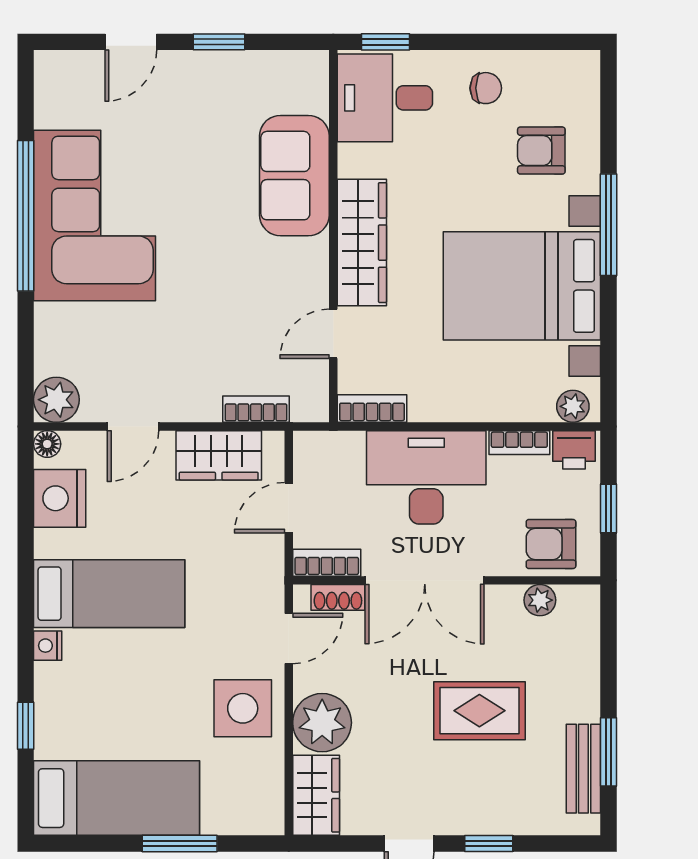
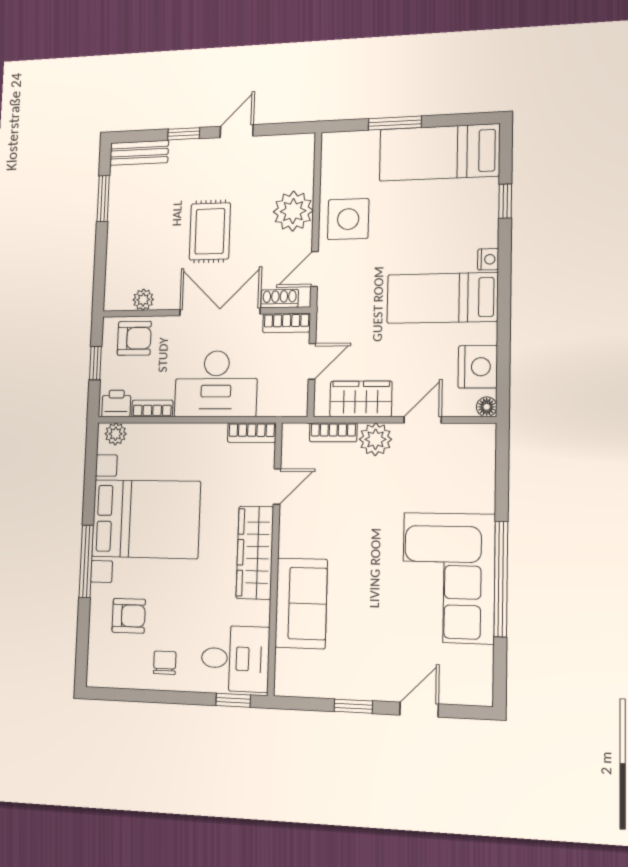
chair: (486, 88) -> (165, 663), turned 90
plant: (56, 400) -> (375, 439), moved
rug: (479, 711) -> (210, 231), moved, turned 90
bench: (583, 769) -> (139, 153), moved, turned 90
wardrobe: (316, 795) -> (299, 161), removed

